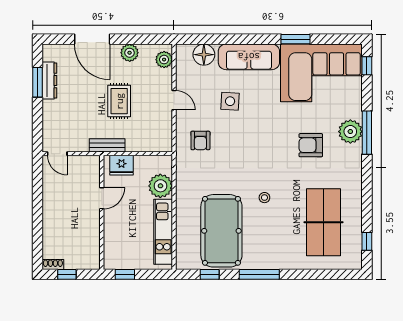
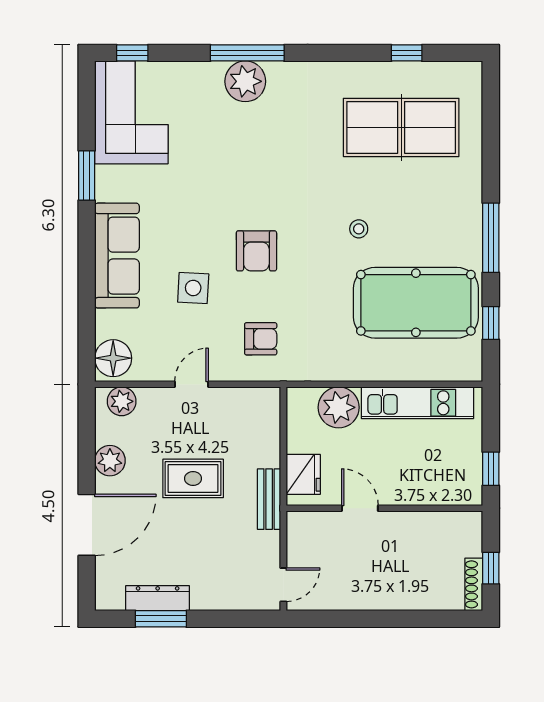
floor lamp: (204, 55) -> (113, 358), moved
corner sofa: (321, 73) -> (131, 112), width x0.73, depth x0.74
armchair: (311, 145) -> (256, 251), moved
window: (367, 241) -> (407, 53), moved
shoe rack: (53, 265) -> (474, 584), width x1.43

